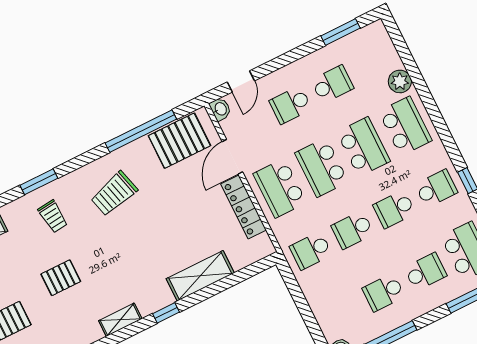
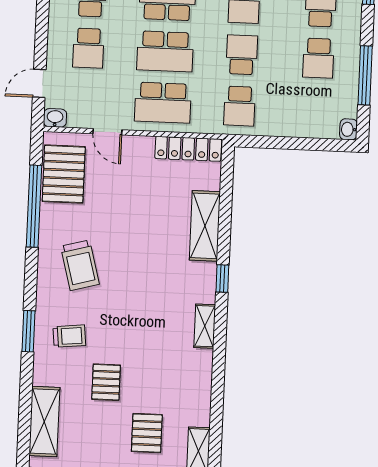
door: (241, 81) -> (39, 83), swing flipped
door: (232, 157) -> (107, 132), width x0.73
locker: (243, 207) -> (188, 149), moved
school desk: (353, 230) -> (242, 55), turned 180
pallet: (61, 278) -> (106, 382), moved

